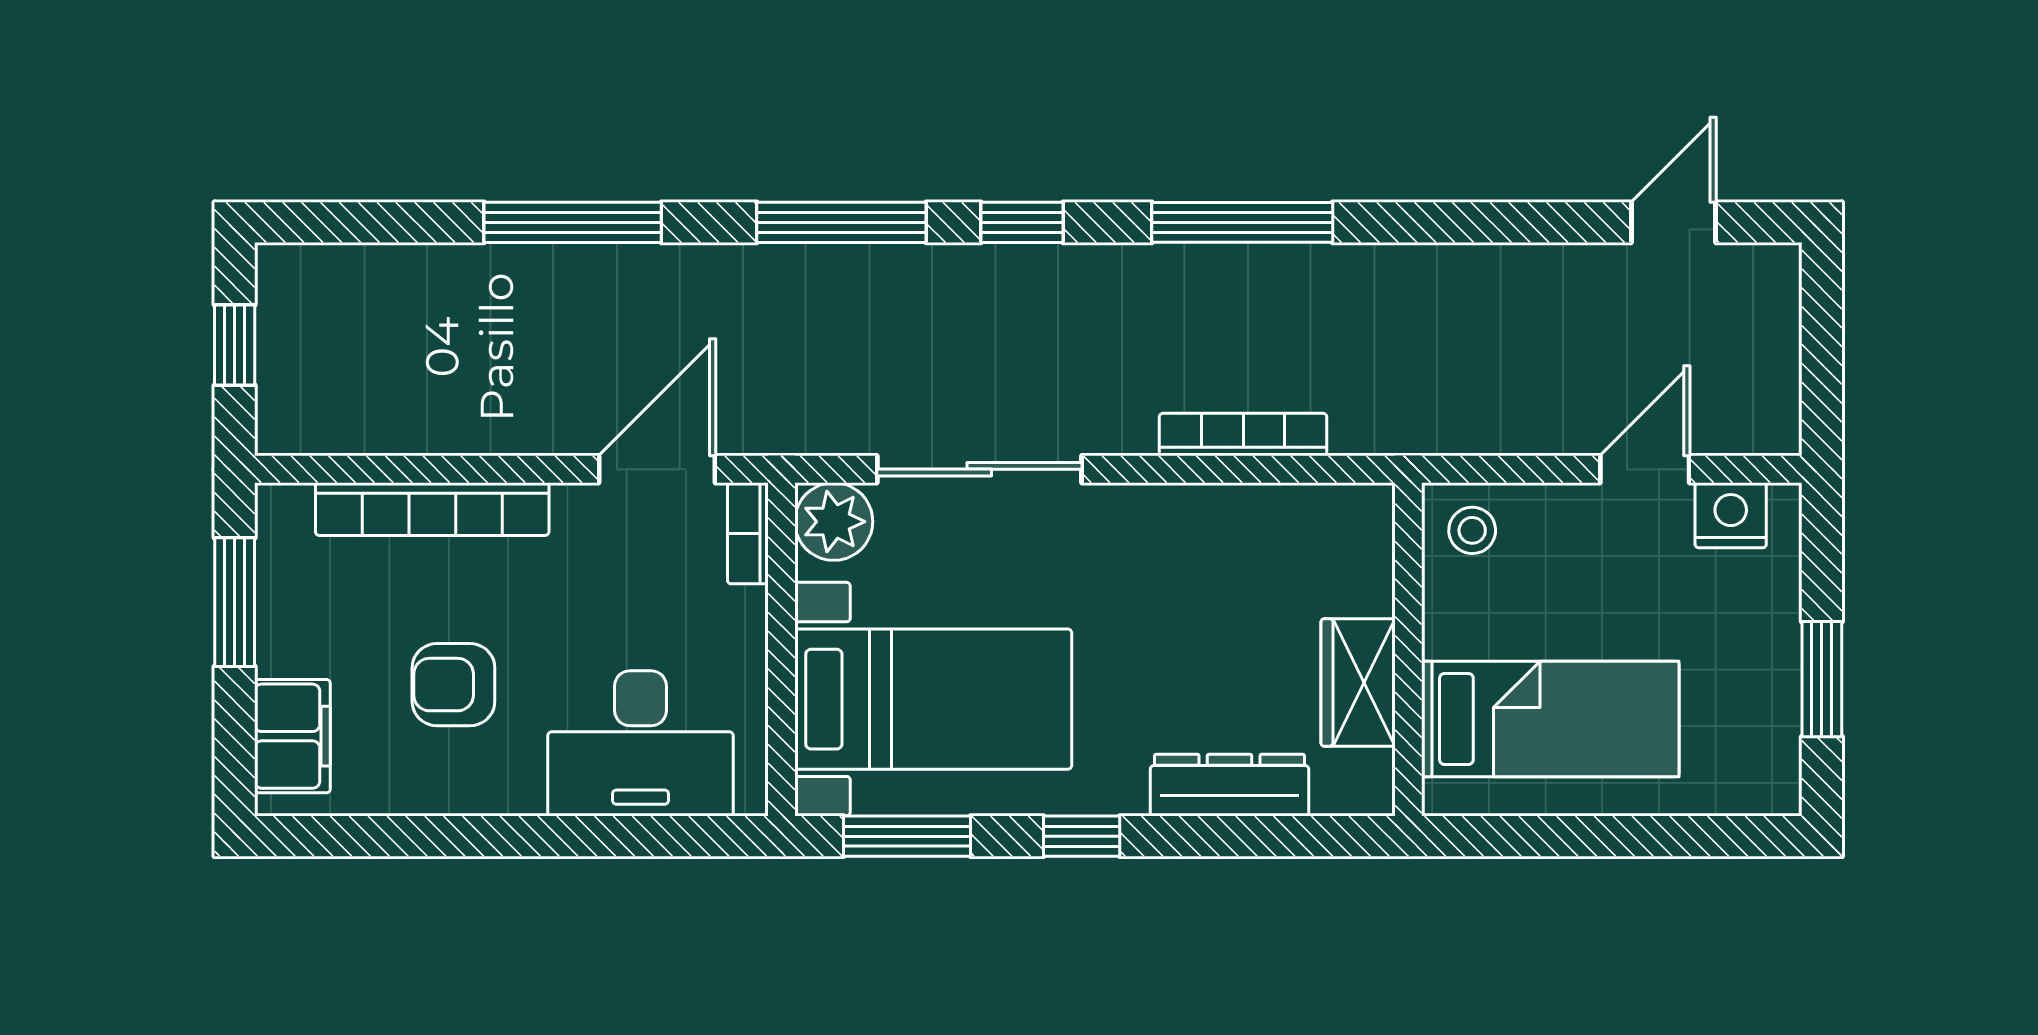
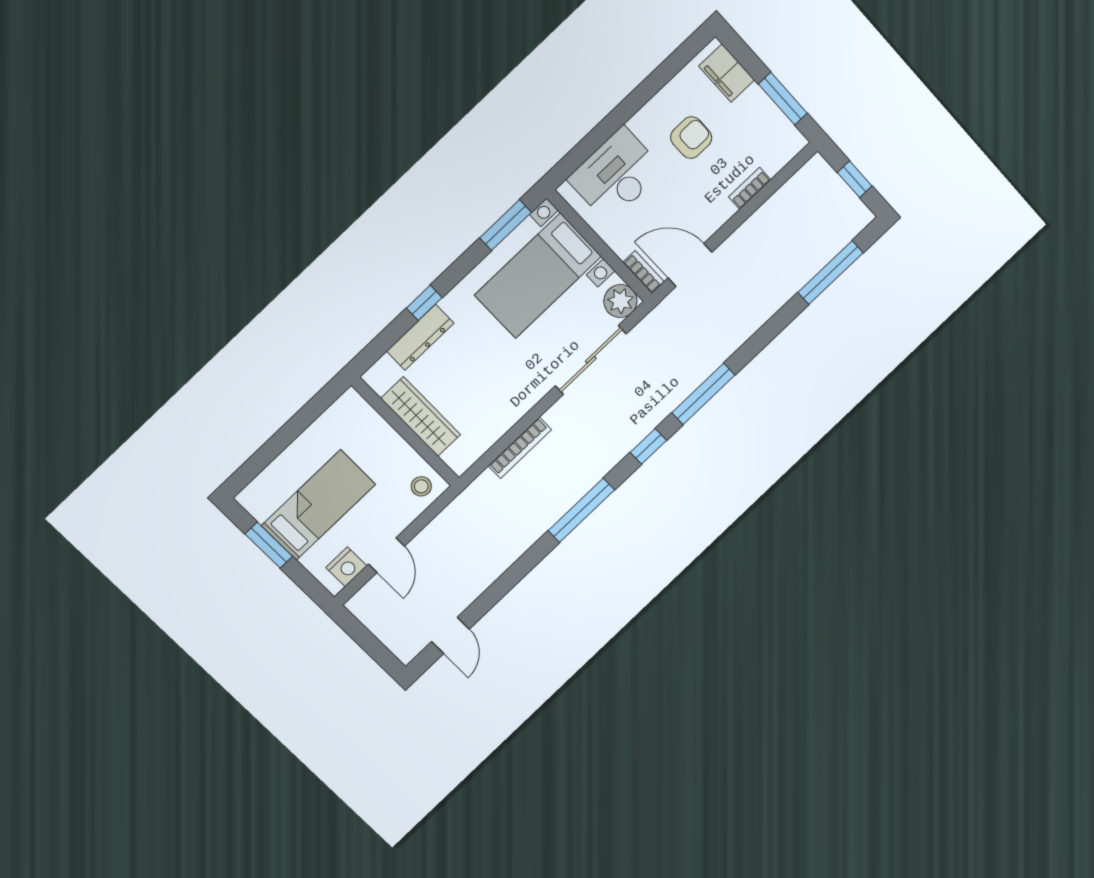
window: (573, 222) -> (830, 273), moved
door: (657, 469) -> (690, 265), swing flipped
bookcase: (432, 509) -> (750, 188), width x0.43, depth x0.76
wardrobe: (1358, 682) -> (421, 417), width x1.50
bed: (1550, 719) -> (318, 505), moved, turned 180
window: (1082, 836) -> (424, 303), moved

